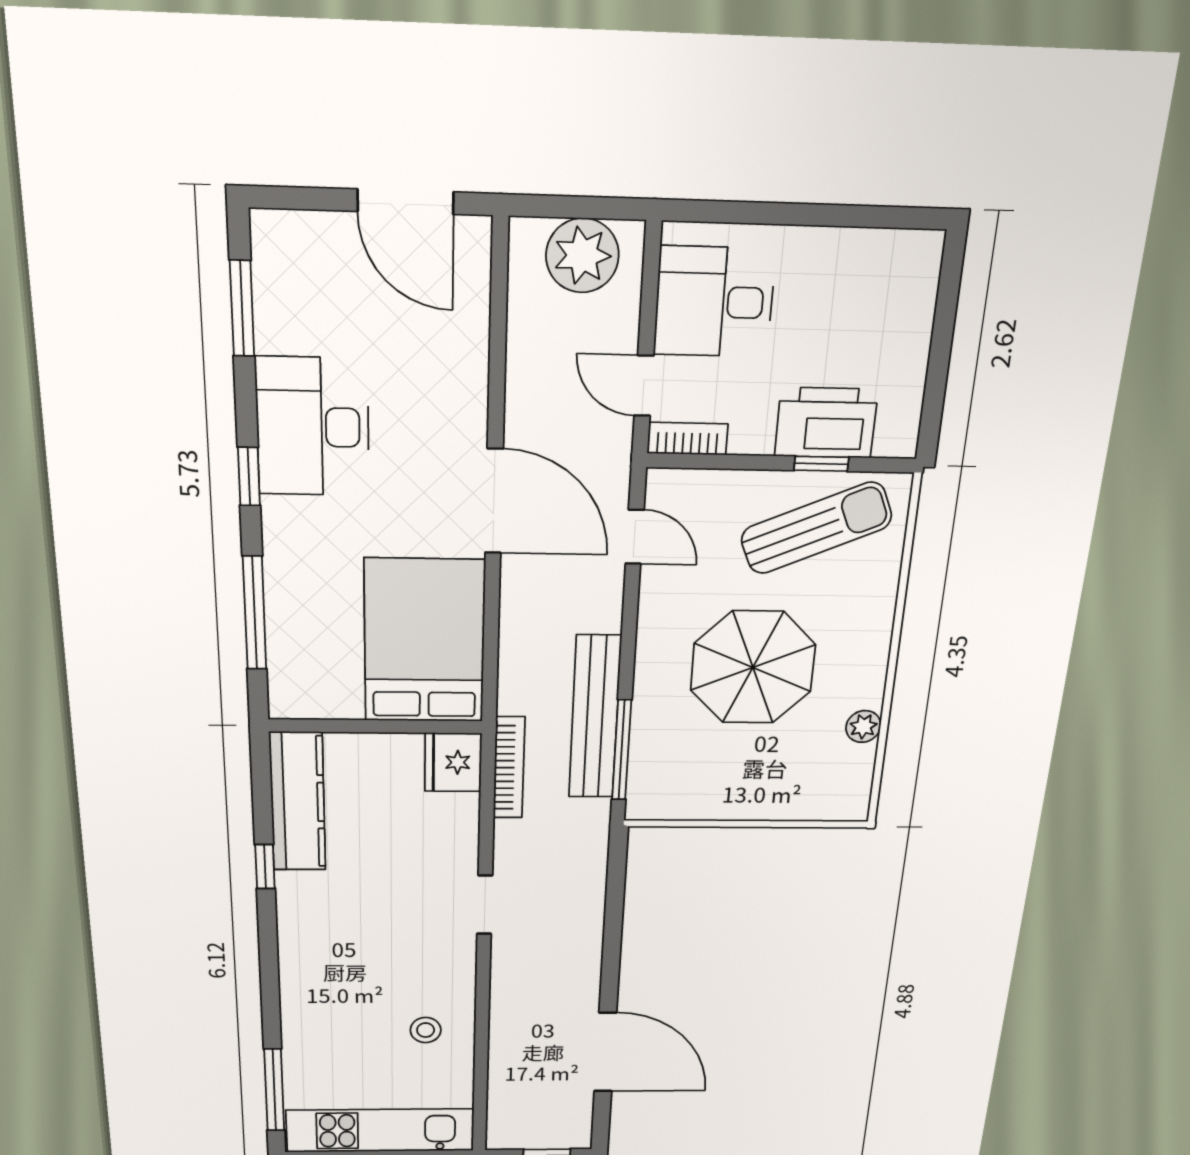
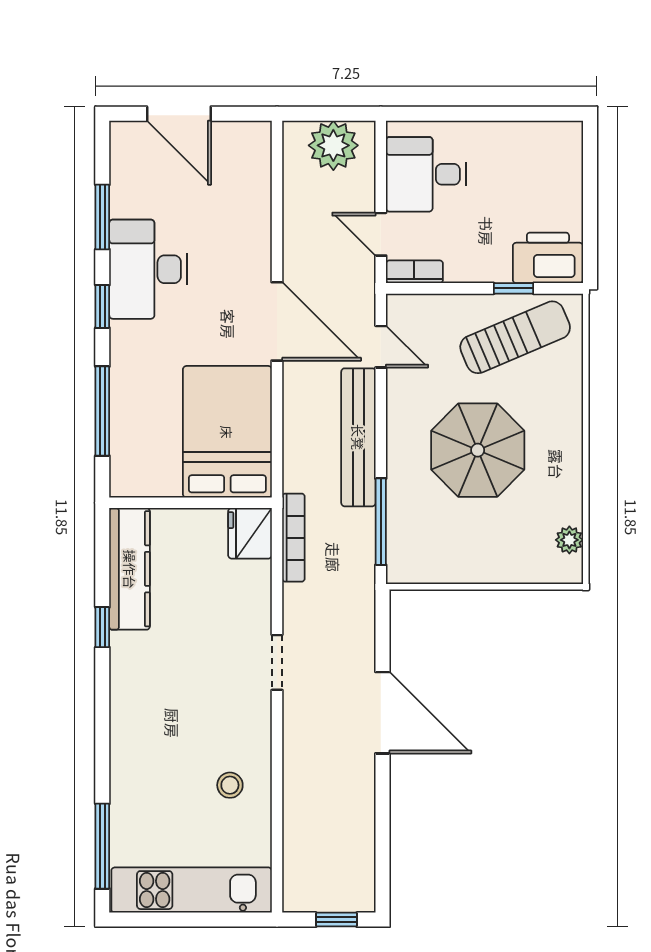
door: (406, 202) -> (179, 114), moved
window: (242, 309) -> (102, 217), moved
printer: (826, 423) -> (548, 258), moved
bench: (595, 717) -> (358, 437), moved
plant: (863, 726) -> (569, 540), moved
door: (605, 1052) -> (382, 713), moved

